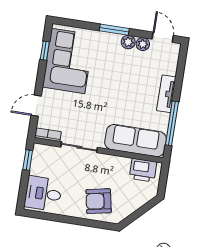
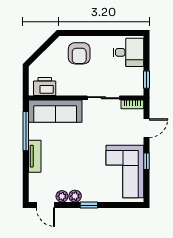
window: (114, 30) -> (89, 205), width x0.67
window: (45, 51) -> (147, 161), moved
armchair: (99, 201) -> (79, 53), turned 101

